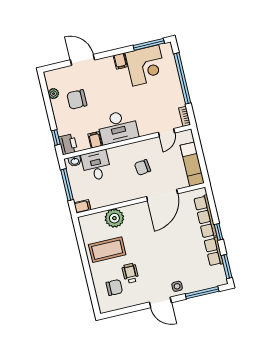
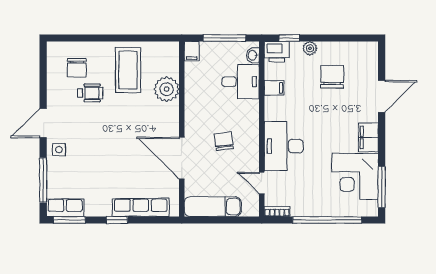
filing cabinet: (120, 61) -> (369, 137), width x2.00
plant: (54, 94) -> (310, 48), moved
desk: (118, 127) -> (284, 146), moved
row of seats: (214, 252) -> (65, 208), moved

